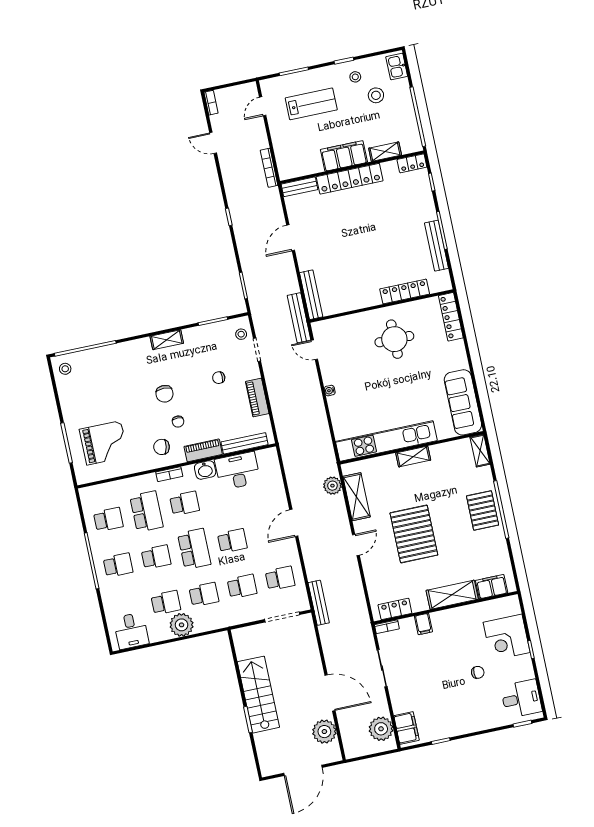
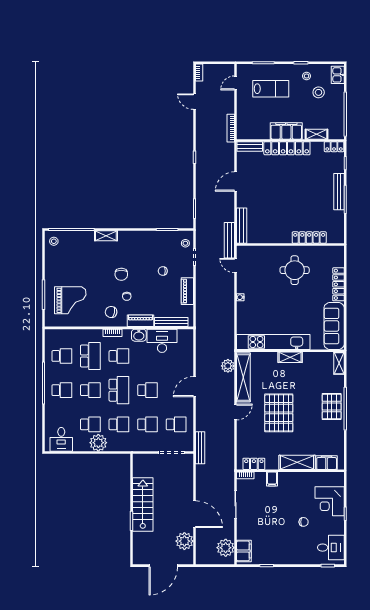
bench: (436, 246) -> (339, 192), moved
locker: (451, 317) -> (338, 284), moved
shelving: (167, 340) -> (106, 236), moved
shelving: (357, 497) -> (243, 377), width x1.47

